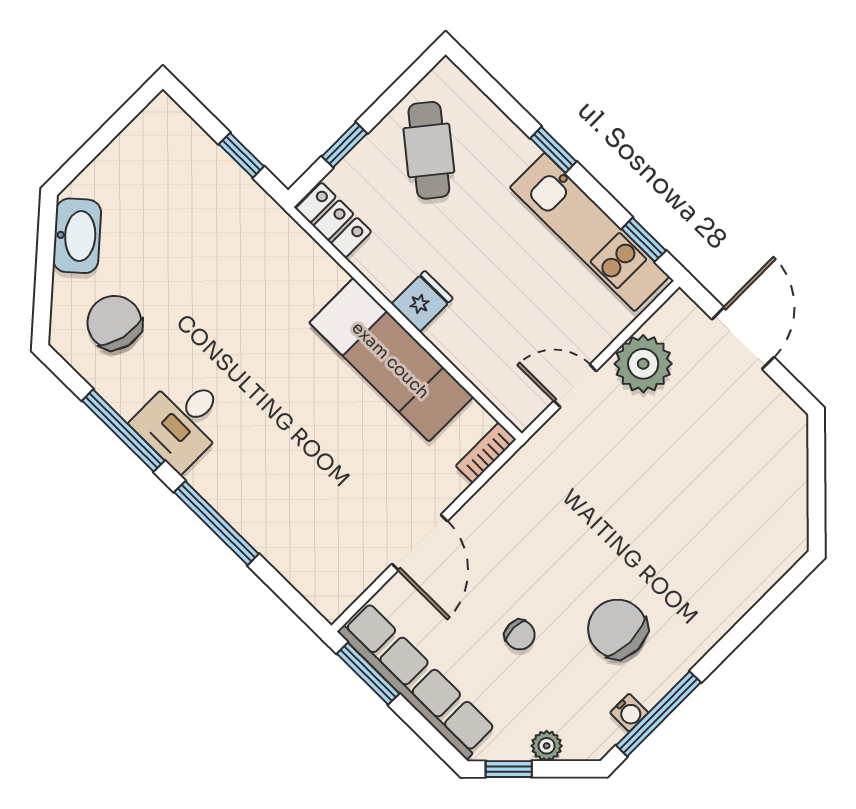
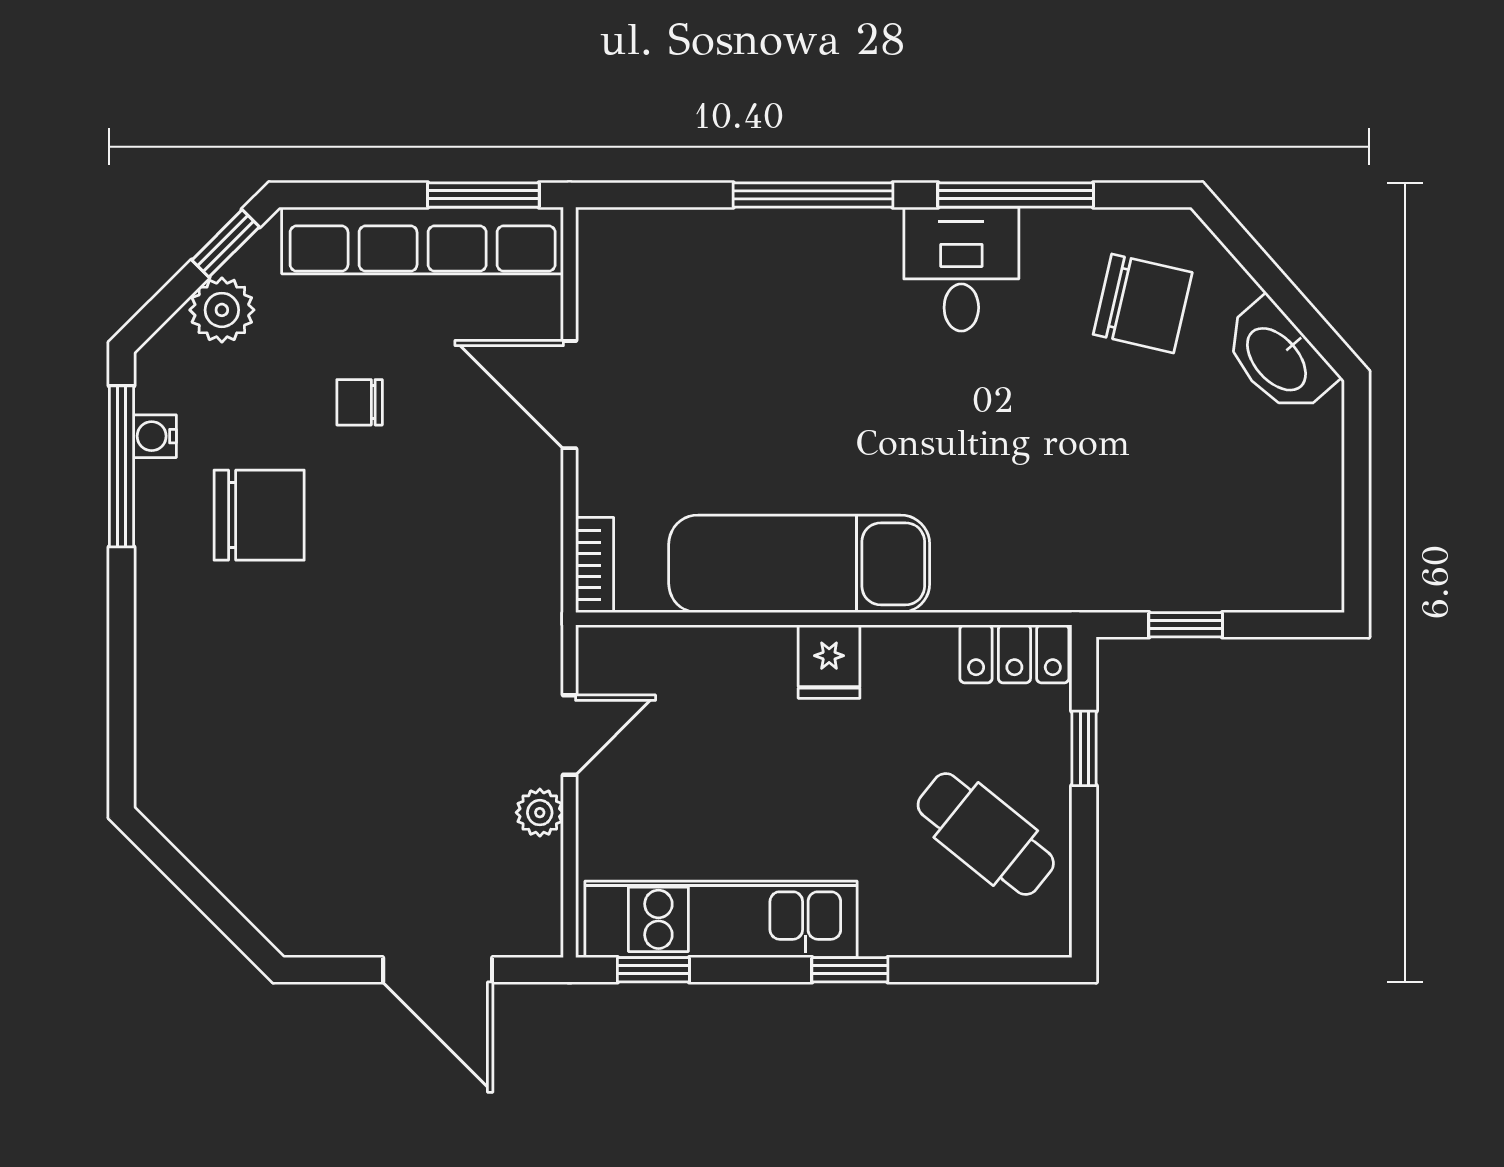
plant: (643, 364) -> (540, 813), width x0.53, depth x0.53
plant: (547, 746) -> (222, 310), width x1.38, depth x1.38

